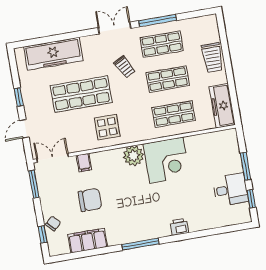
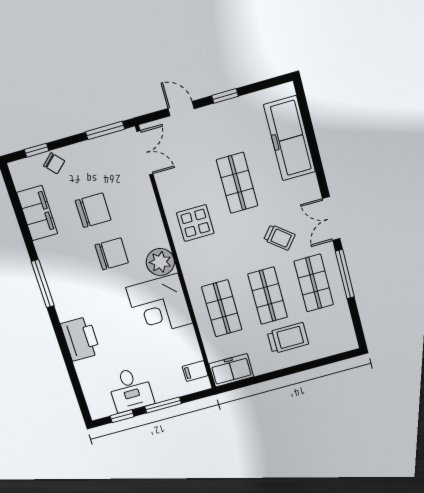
double door: (115, 28) -> (331, 219), swing flipped
trolley: (212, 58) -> (288, 338), moved, turned 180
trolley: (124, 67) -> (279, 237), turned -113
shop shelf: (81, 94) -> (237, 183), width x0.70, depth x0.74
freezer: (222, 106) -> (231, 370), width x0.71
filing cabinet: (84, 163) -> (195, 371), moved
chair: (123, 191) -> (112, 254), added
chair: (90, 200) -> (93, 210), turned -90
printer: (179, 227) -> (80, 339), width x1.87, depth x1.48

